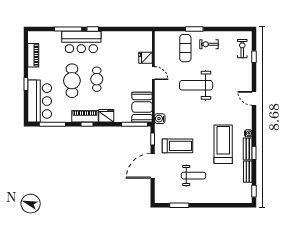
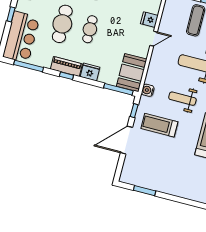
door: (153, 73) -> (154, 39), hinge flipped
treadmill: (177, 146) -> (159, 125), turned 180
weight bench: (193, 176) -> (182, 99), moved, turned 180

